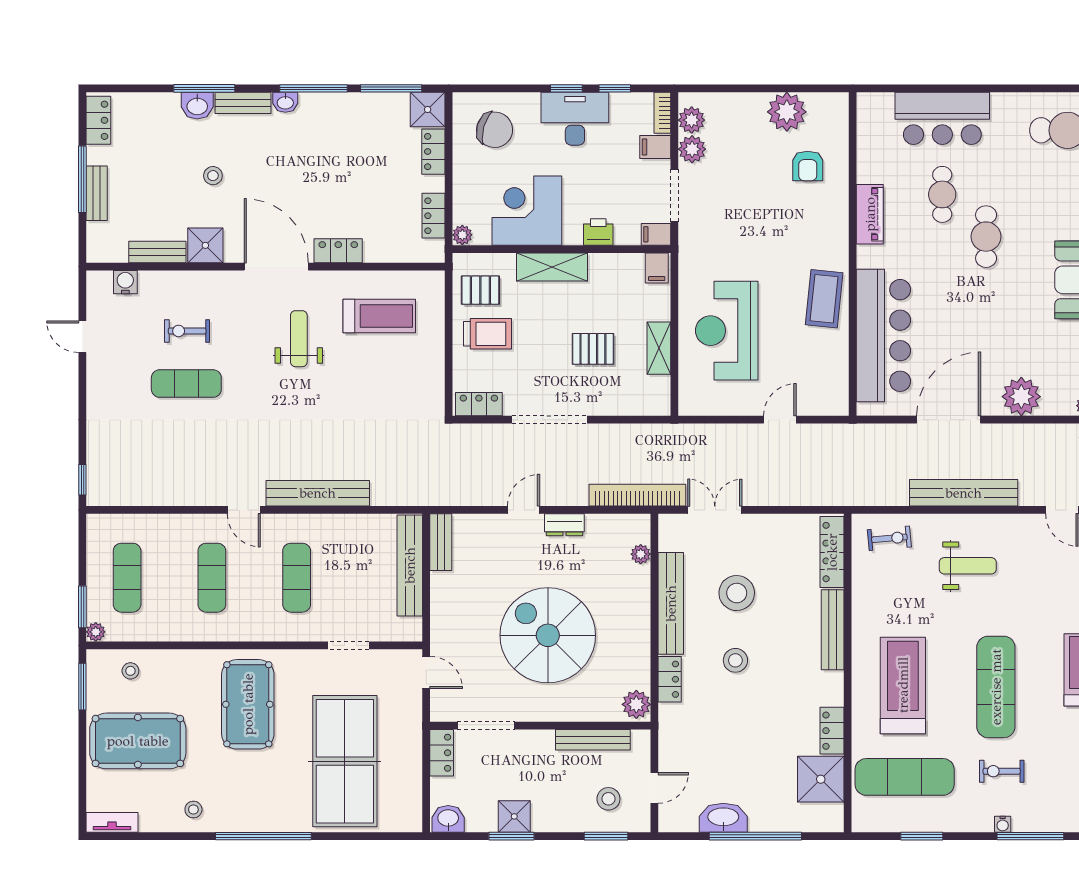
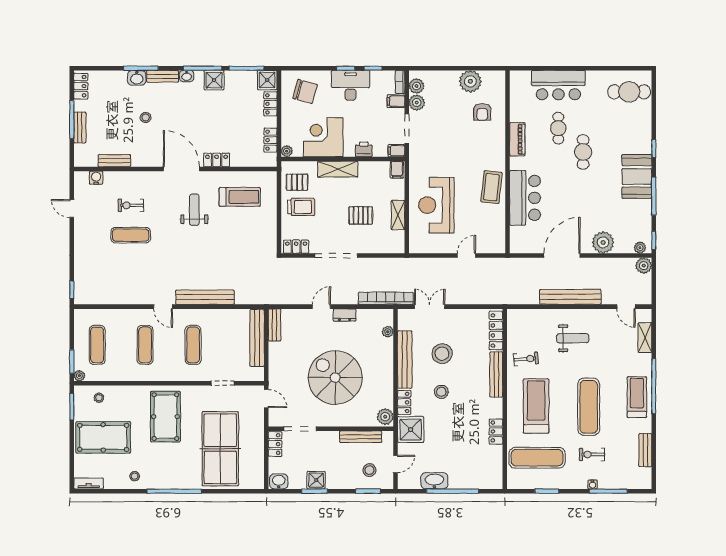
shower: (205, 245) -> (214, 80), moved
bar counter: (883, 335) -> (525, 198), width x0.73
exercise bike: (889, 538) -> (526, 359), moved
shower: (821, 779) -> (411, 430), moved

